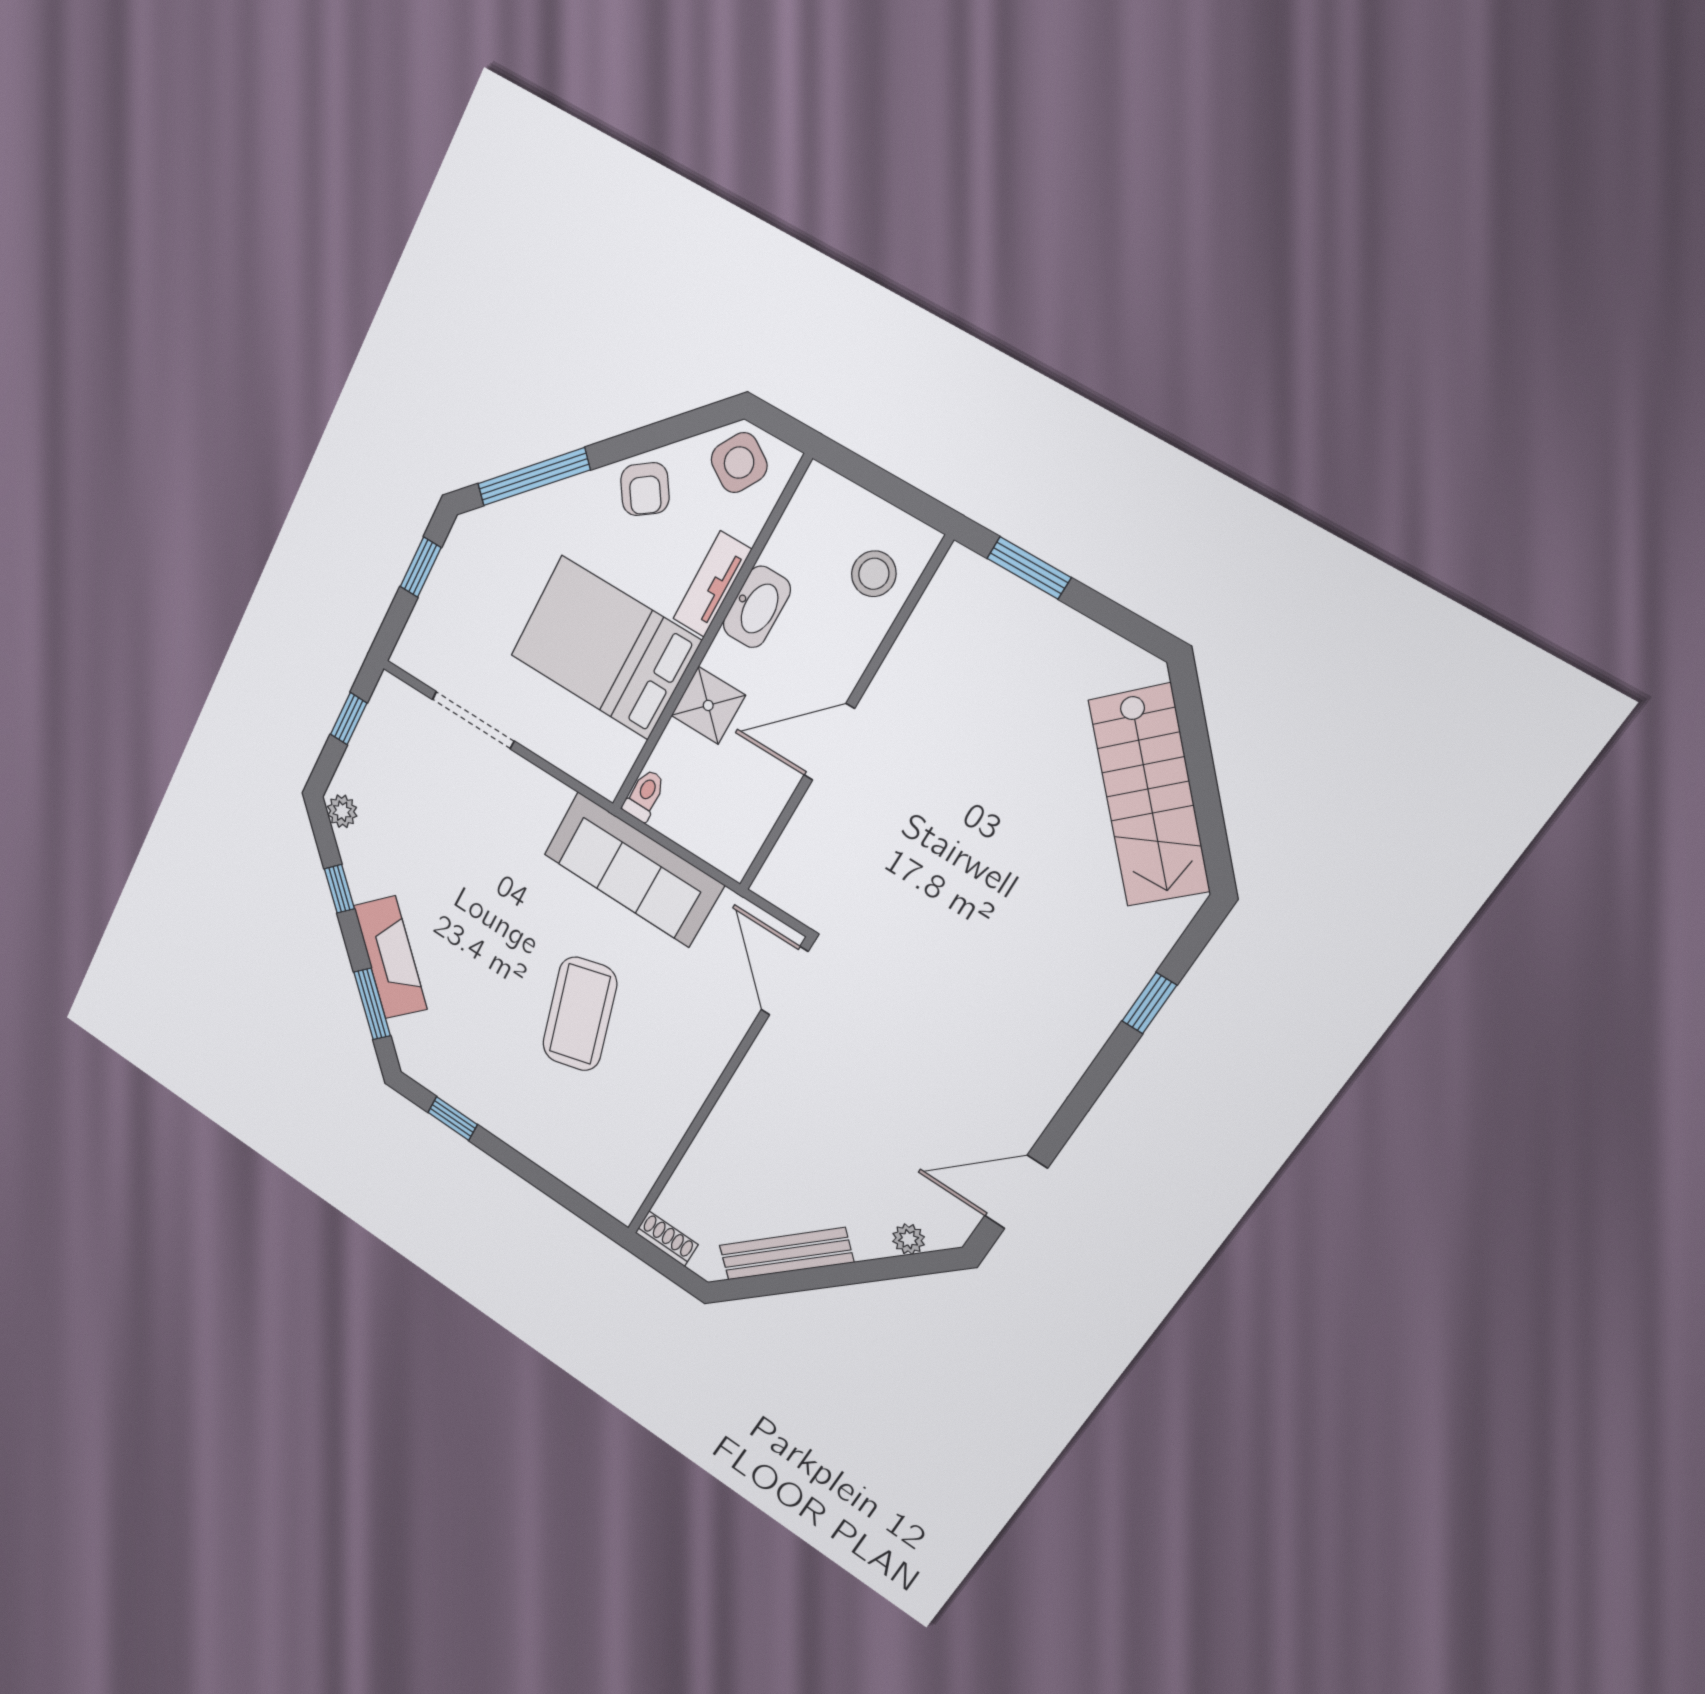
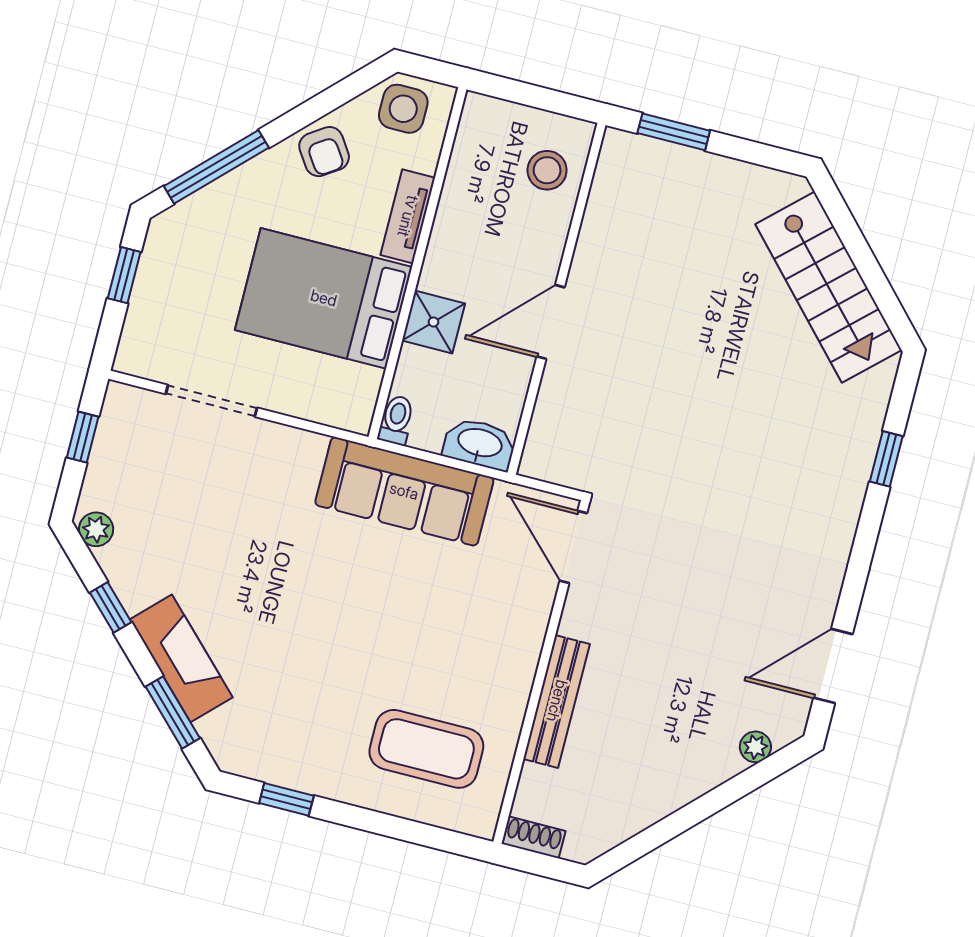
side table: (739, 463) -> (403, 109), turned -32
washbasin: (757, 607) -> (480, 444), moved, turned -90
coffee table: (580, 1014) -> (426, 749), moved, turned -74
bench: (786, 1254) -> (557, 701), moved, turned -45

